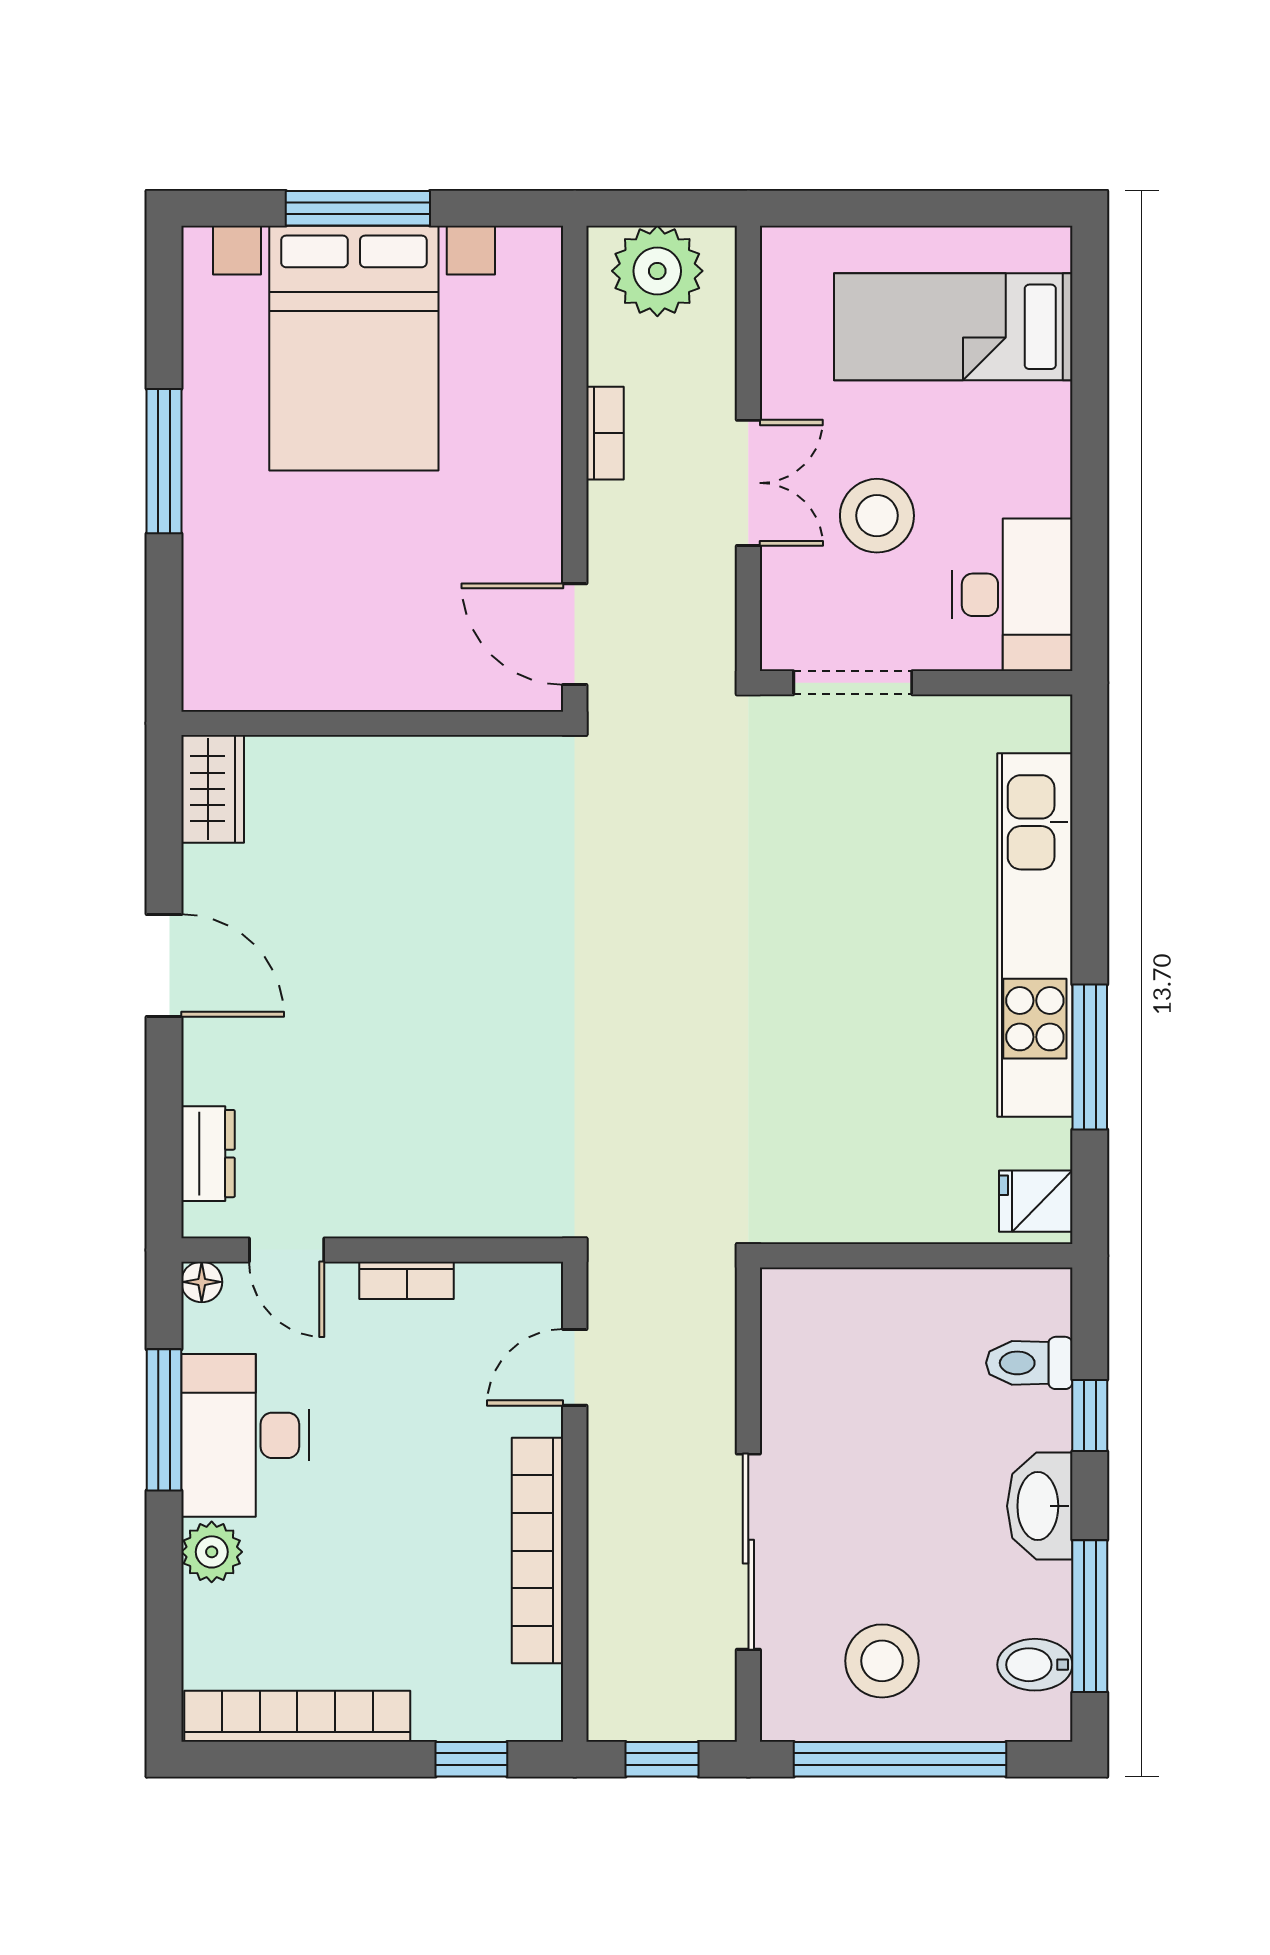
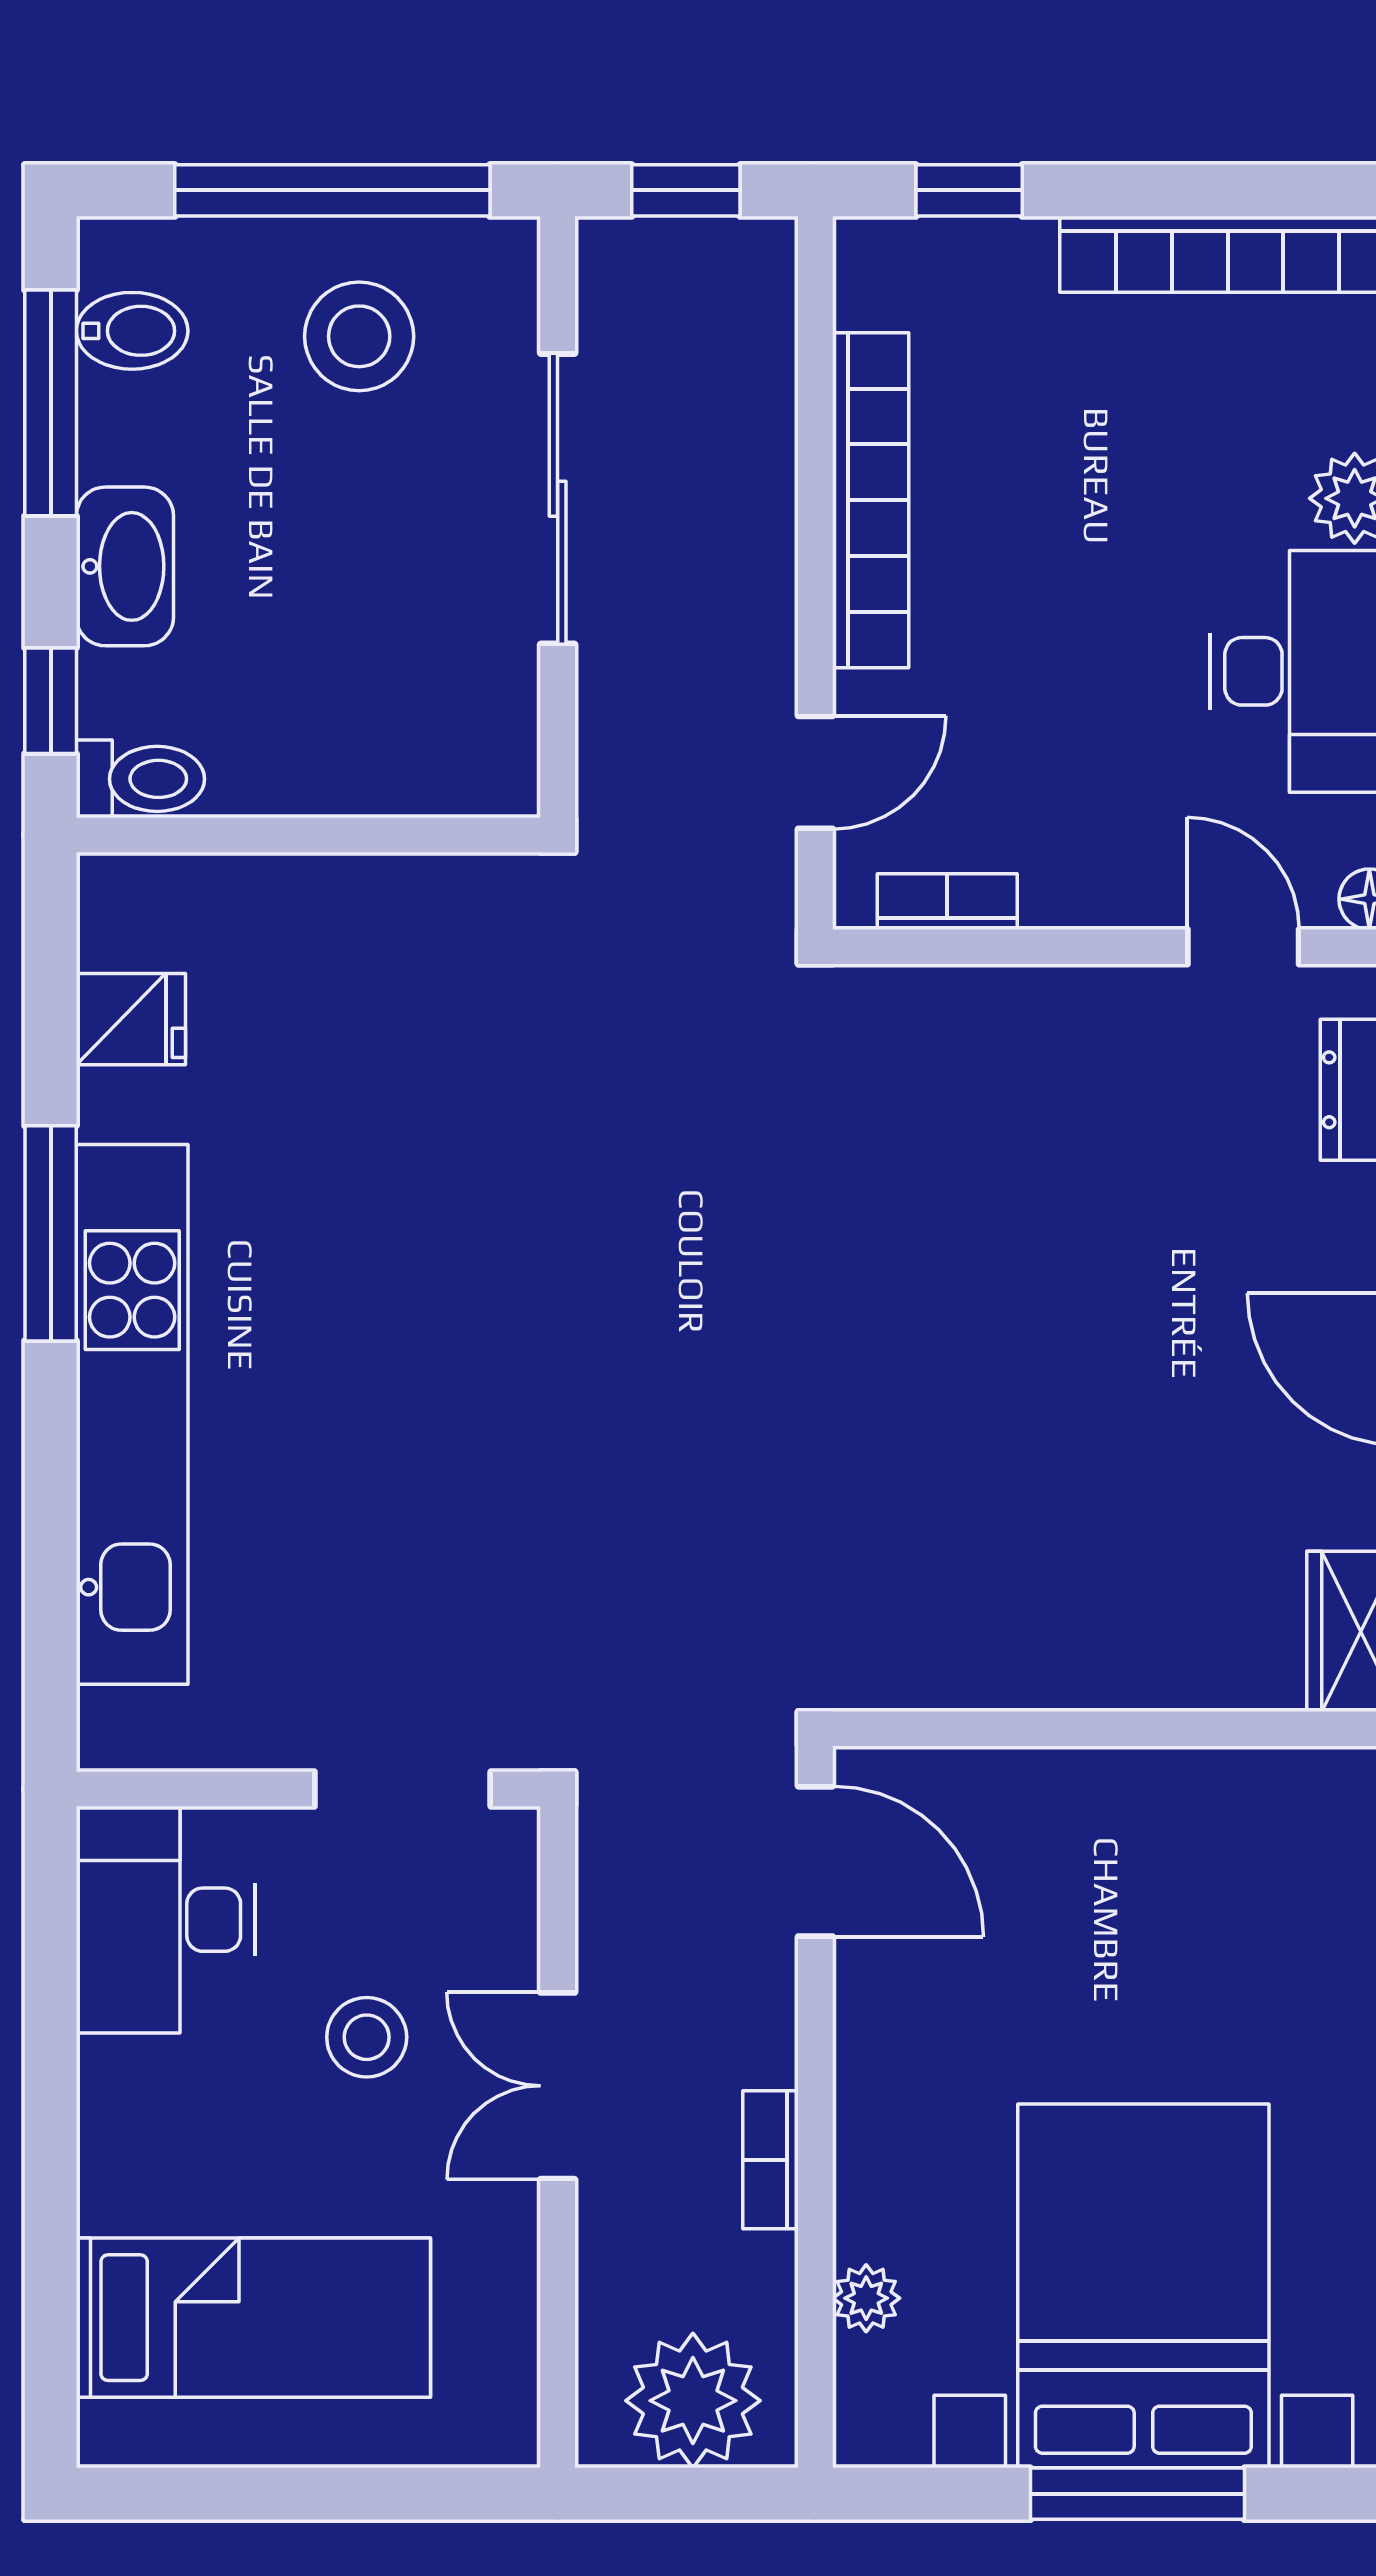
plant: (541, 340) -> (866, 2298), added
stool: (877, 516) -> (367, 2037), width x0.73, depth x0.73
wall: (916, 1256) -> (308, 835), moved
bookcase: (407, 1280) -> (947, 902), moved

